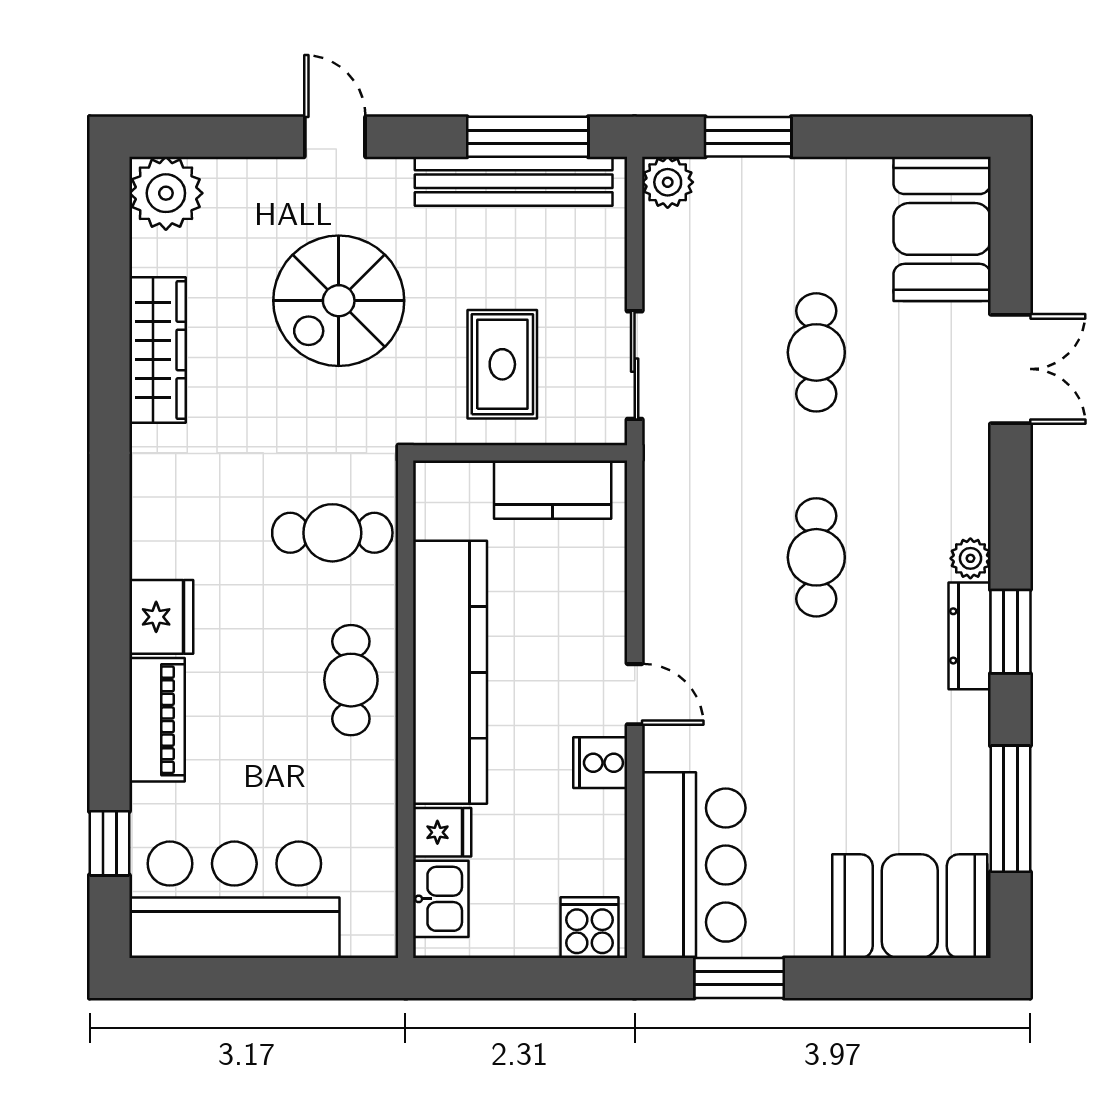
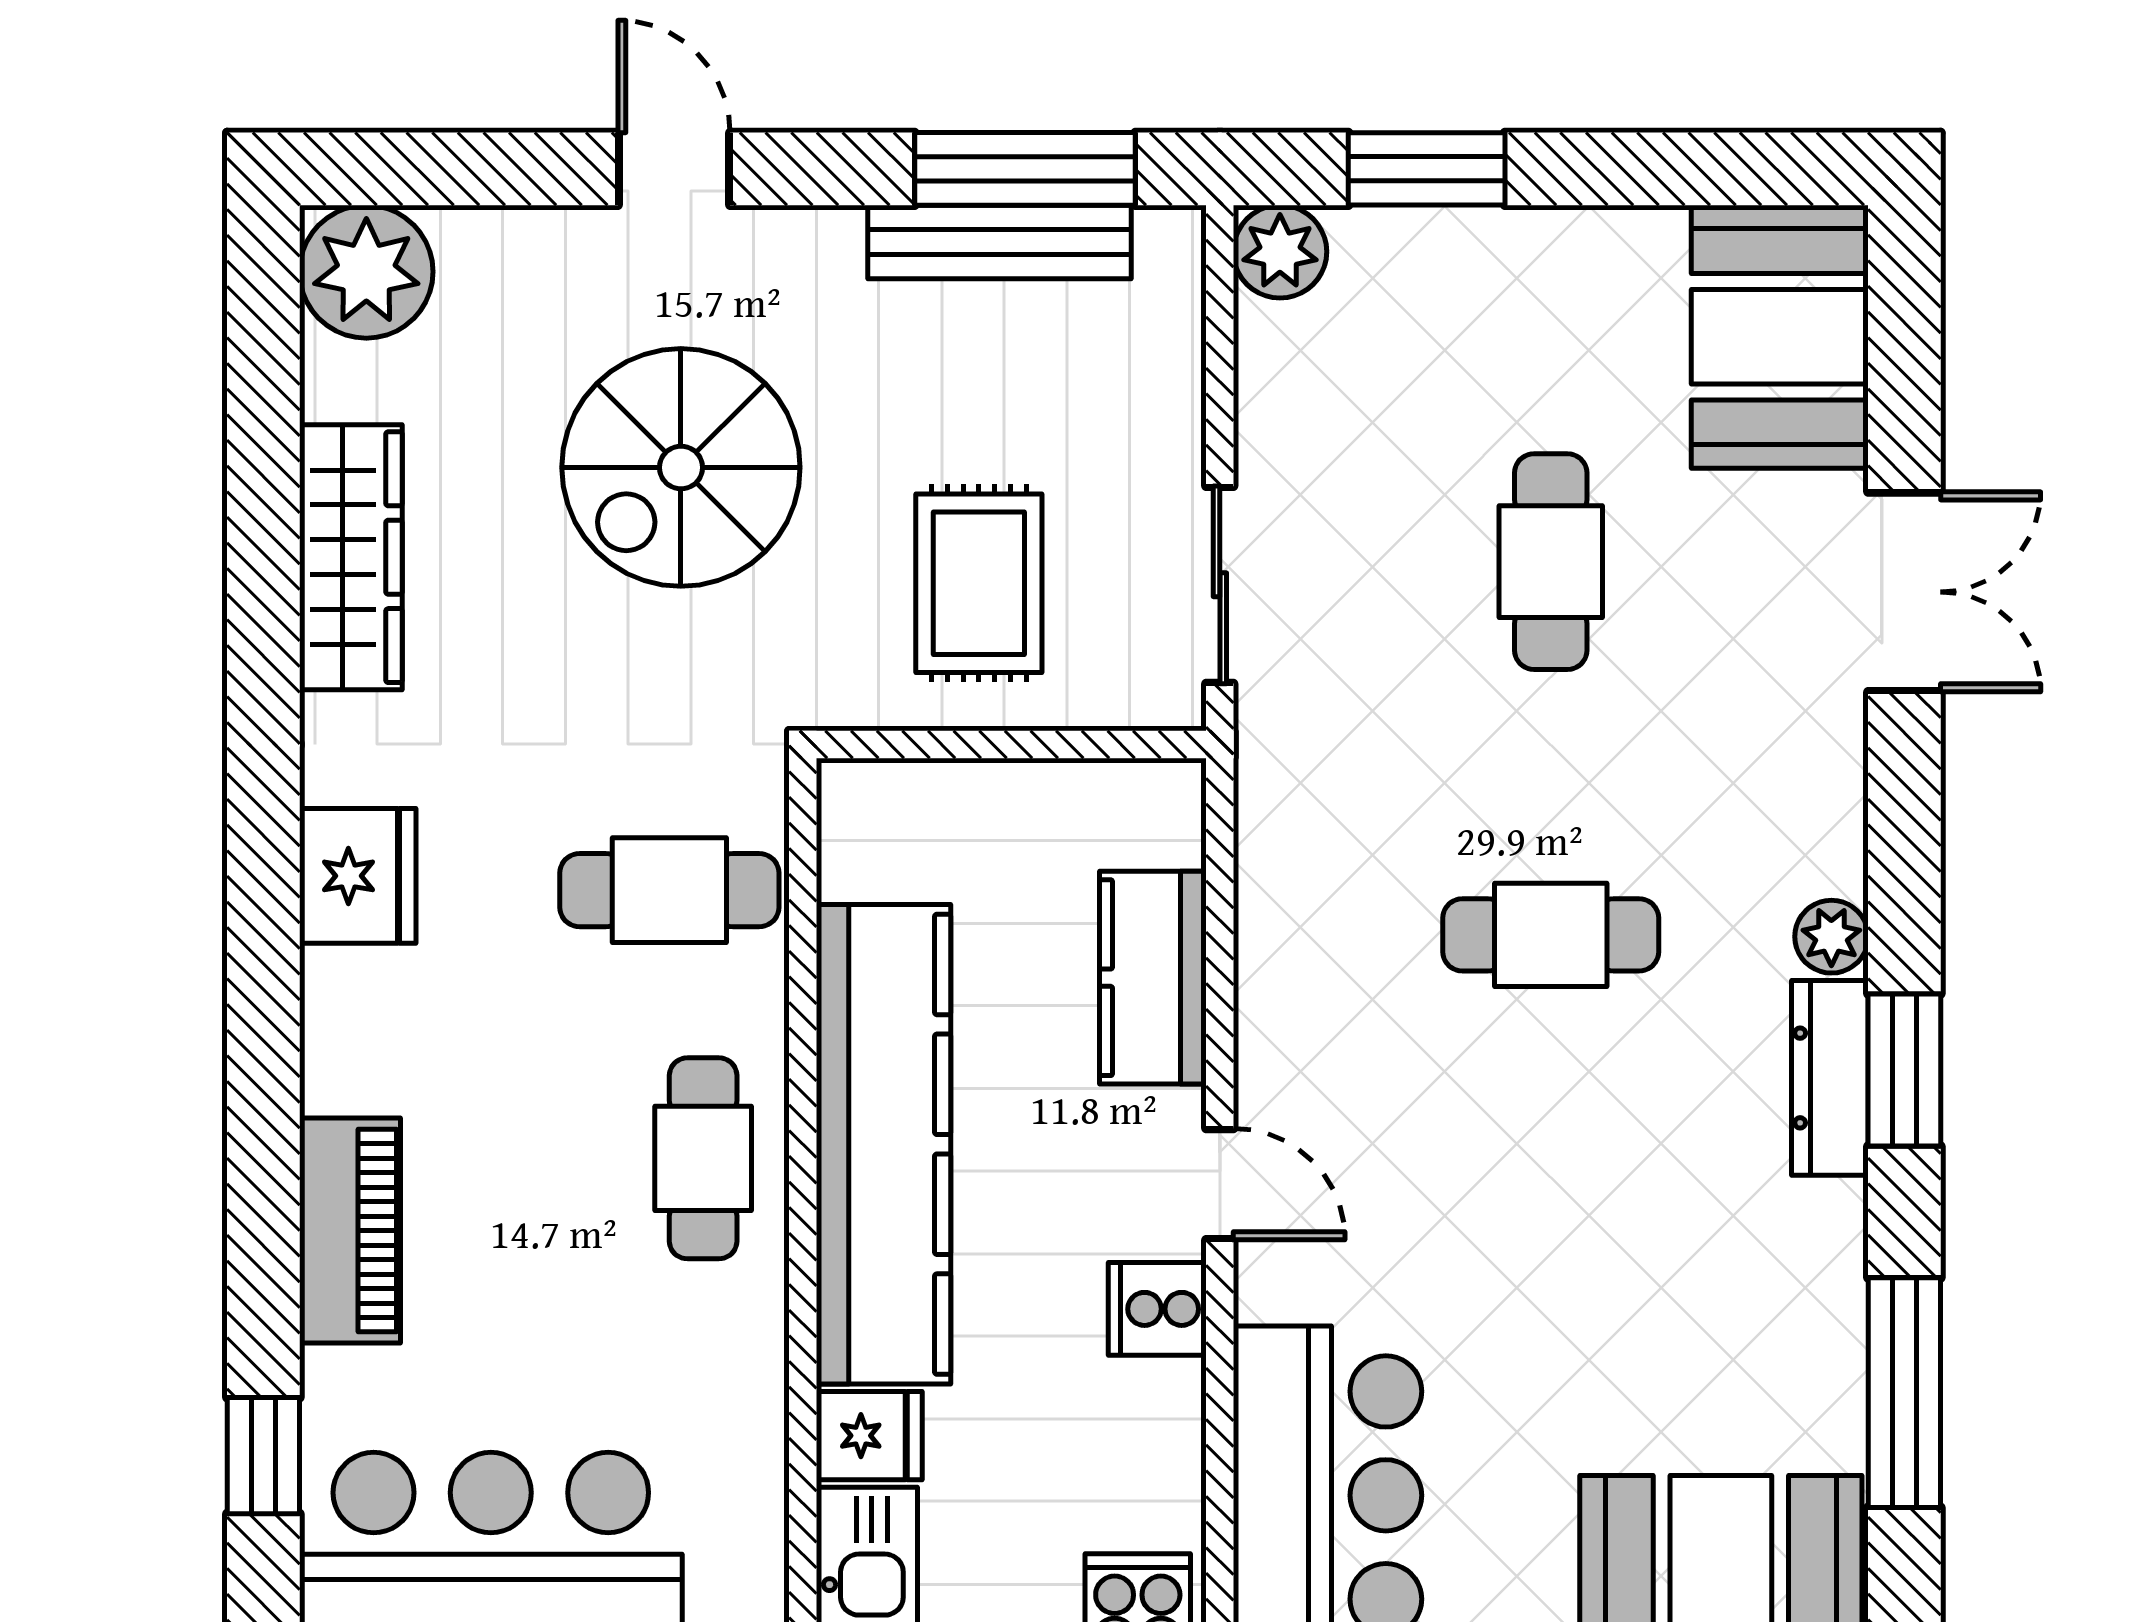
bench: (514, 181) -> (999, 242), width x0.73, depth x0.82
kitchen counter: (553, 490) -> (1153, 978), moved, turned 90
cafe table: (816, 557) -> (1551, 935), turned 90
fridge: (161, 617) -> (358, 876), moved

